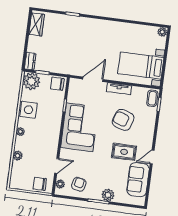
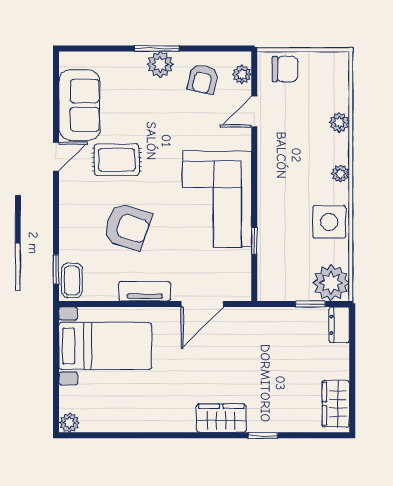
wardrobe: (91, 25) -> (221, 418), added
chair: (57, 84) -> (276, 285), removed
plant: (108, 195) -> (160, 64), moved

